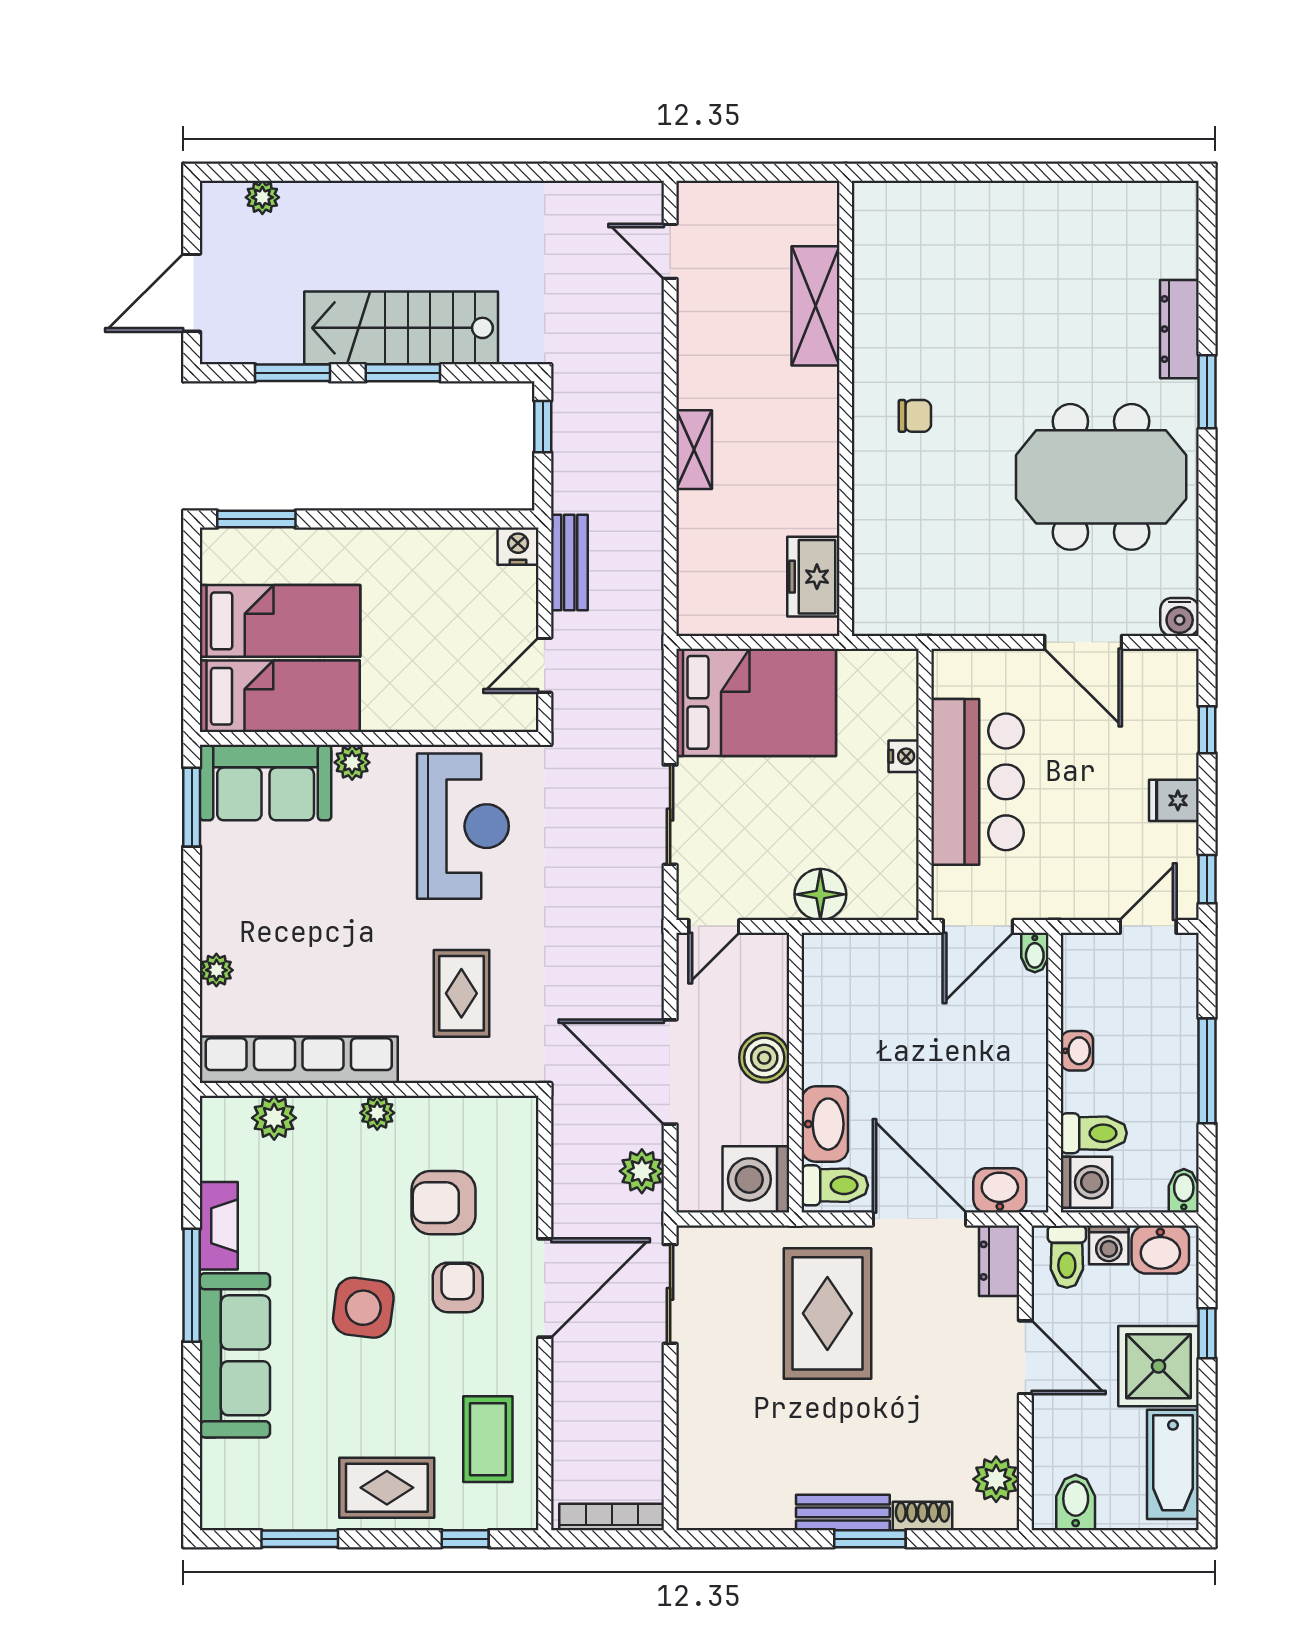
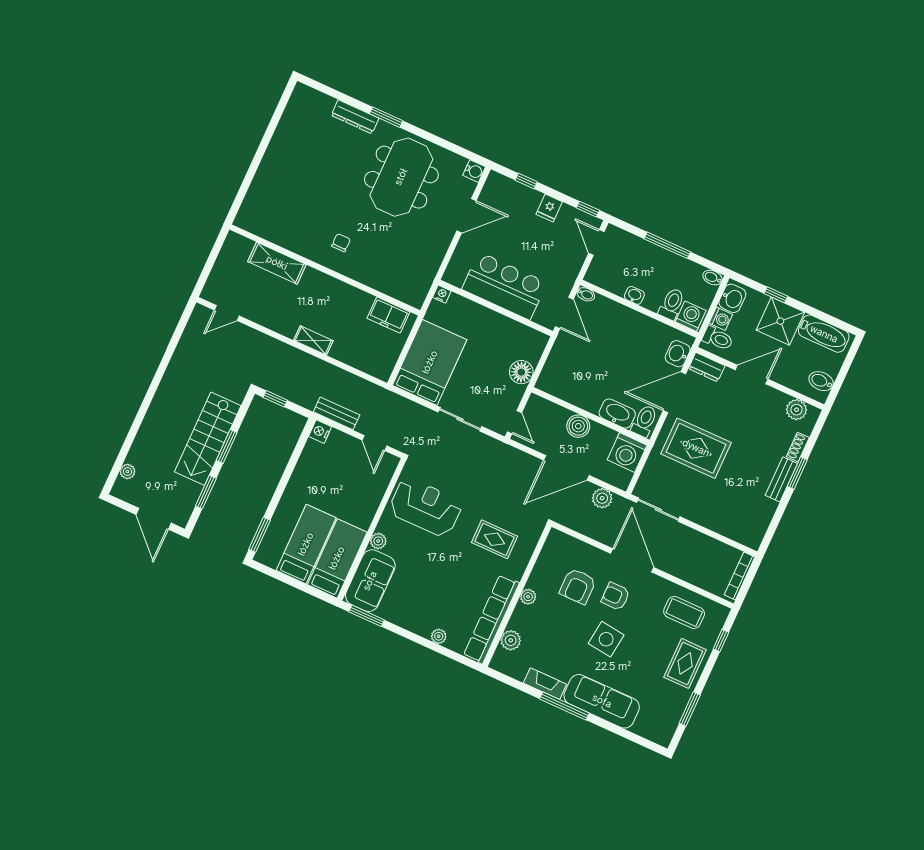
nightstand: (904, 756) -> (442, 294), moved

